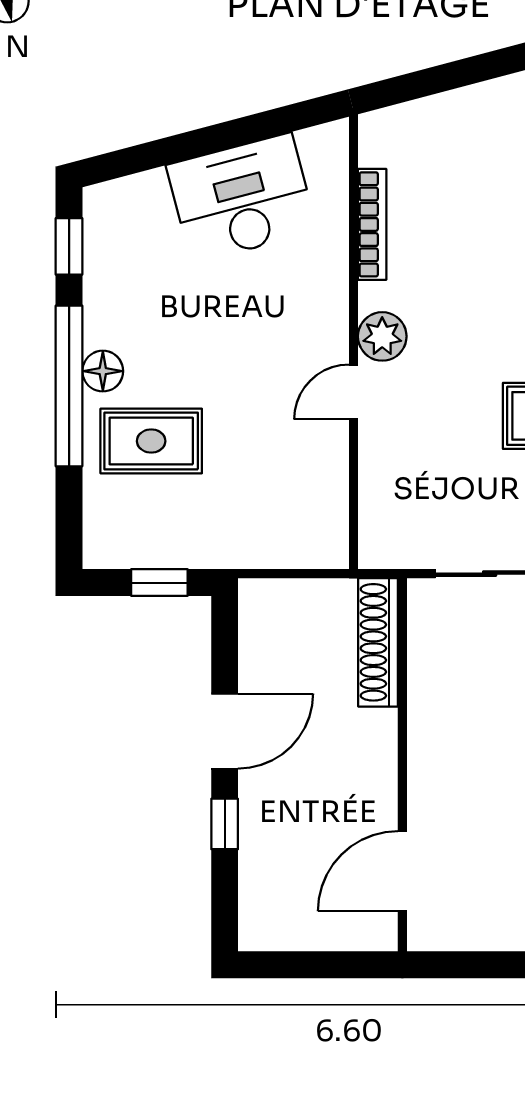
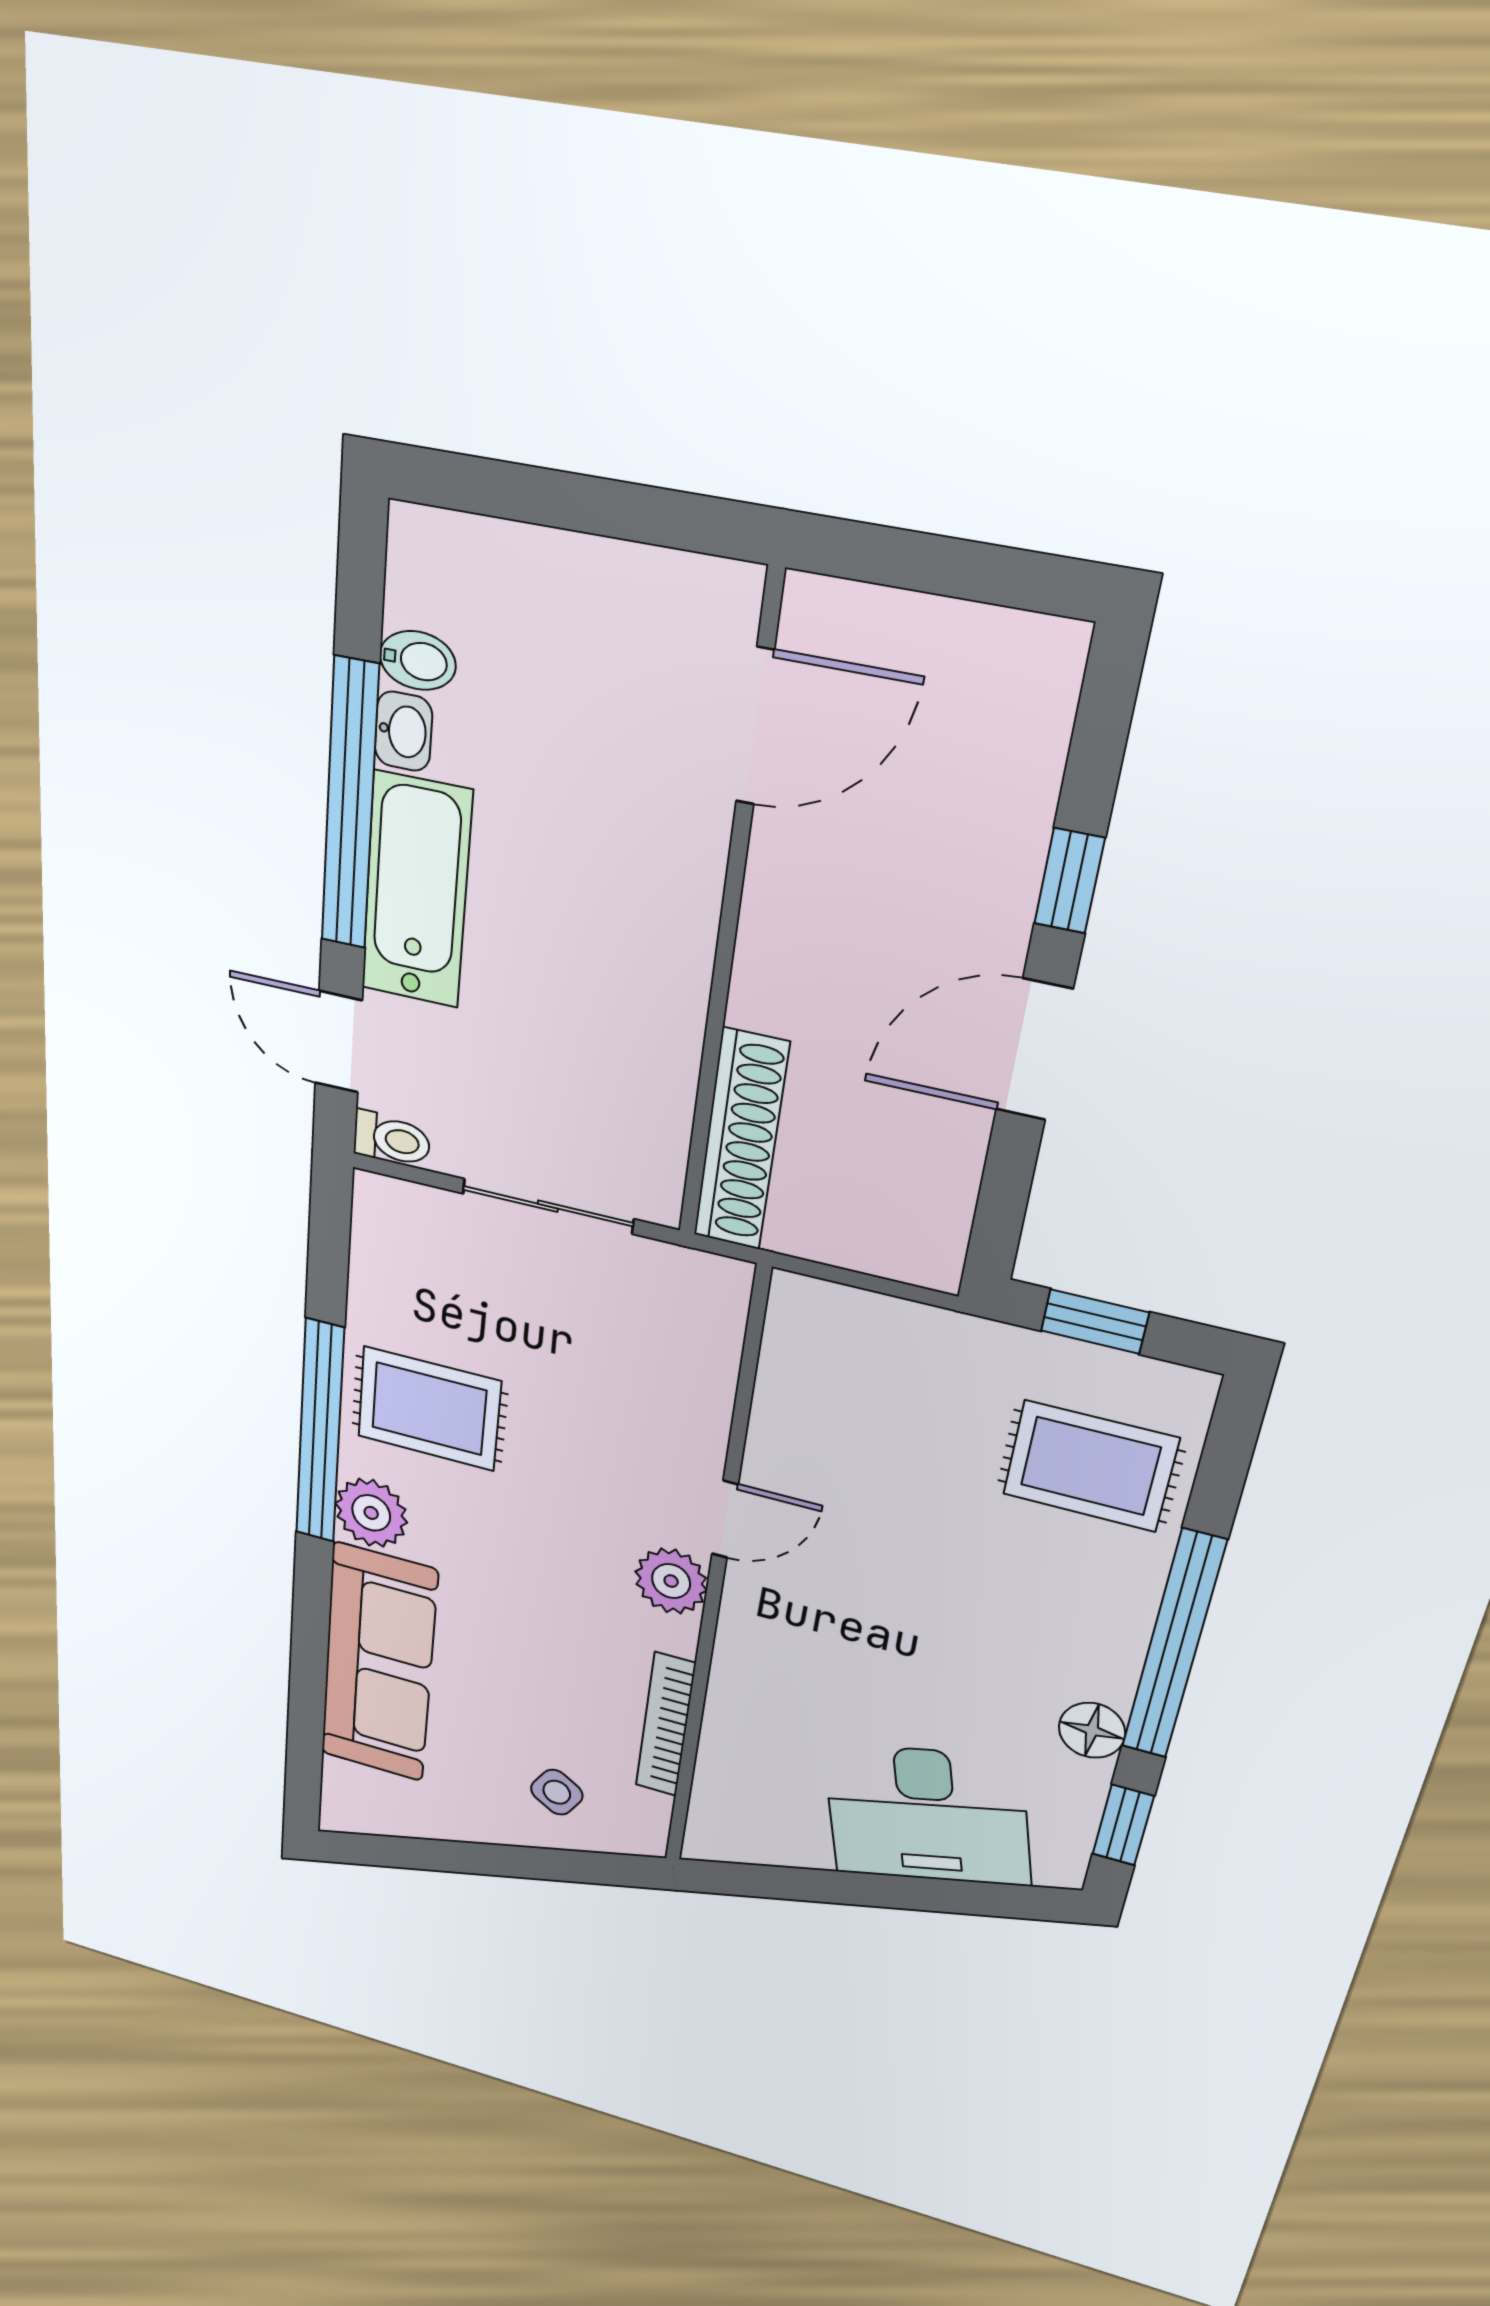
side table: (441, 143) -> (557, 1792), added
desk: (242, 198) -> (927, 1815), moved
floor lamp: (103, 371) -> (1092, 1730), moved
rug: (151, 441) -> (1090, 1466), moved

